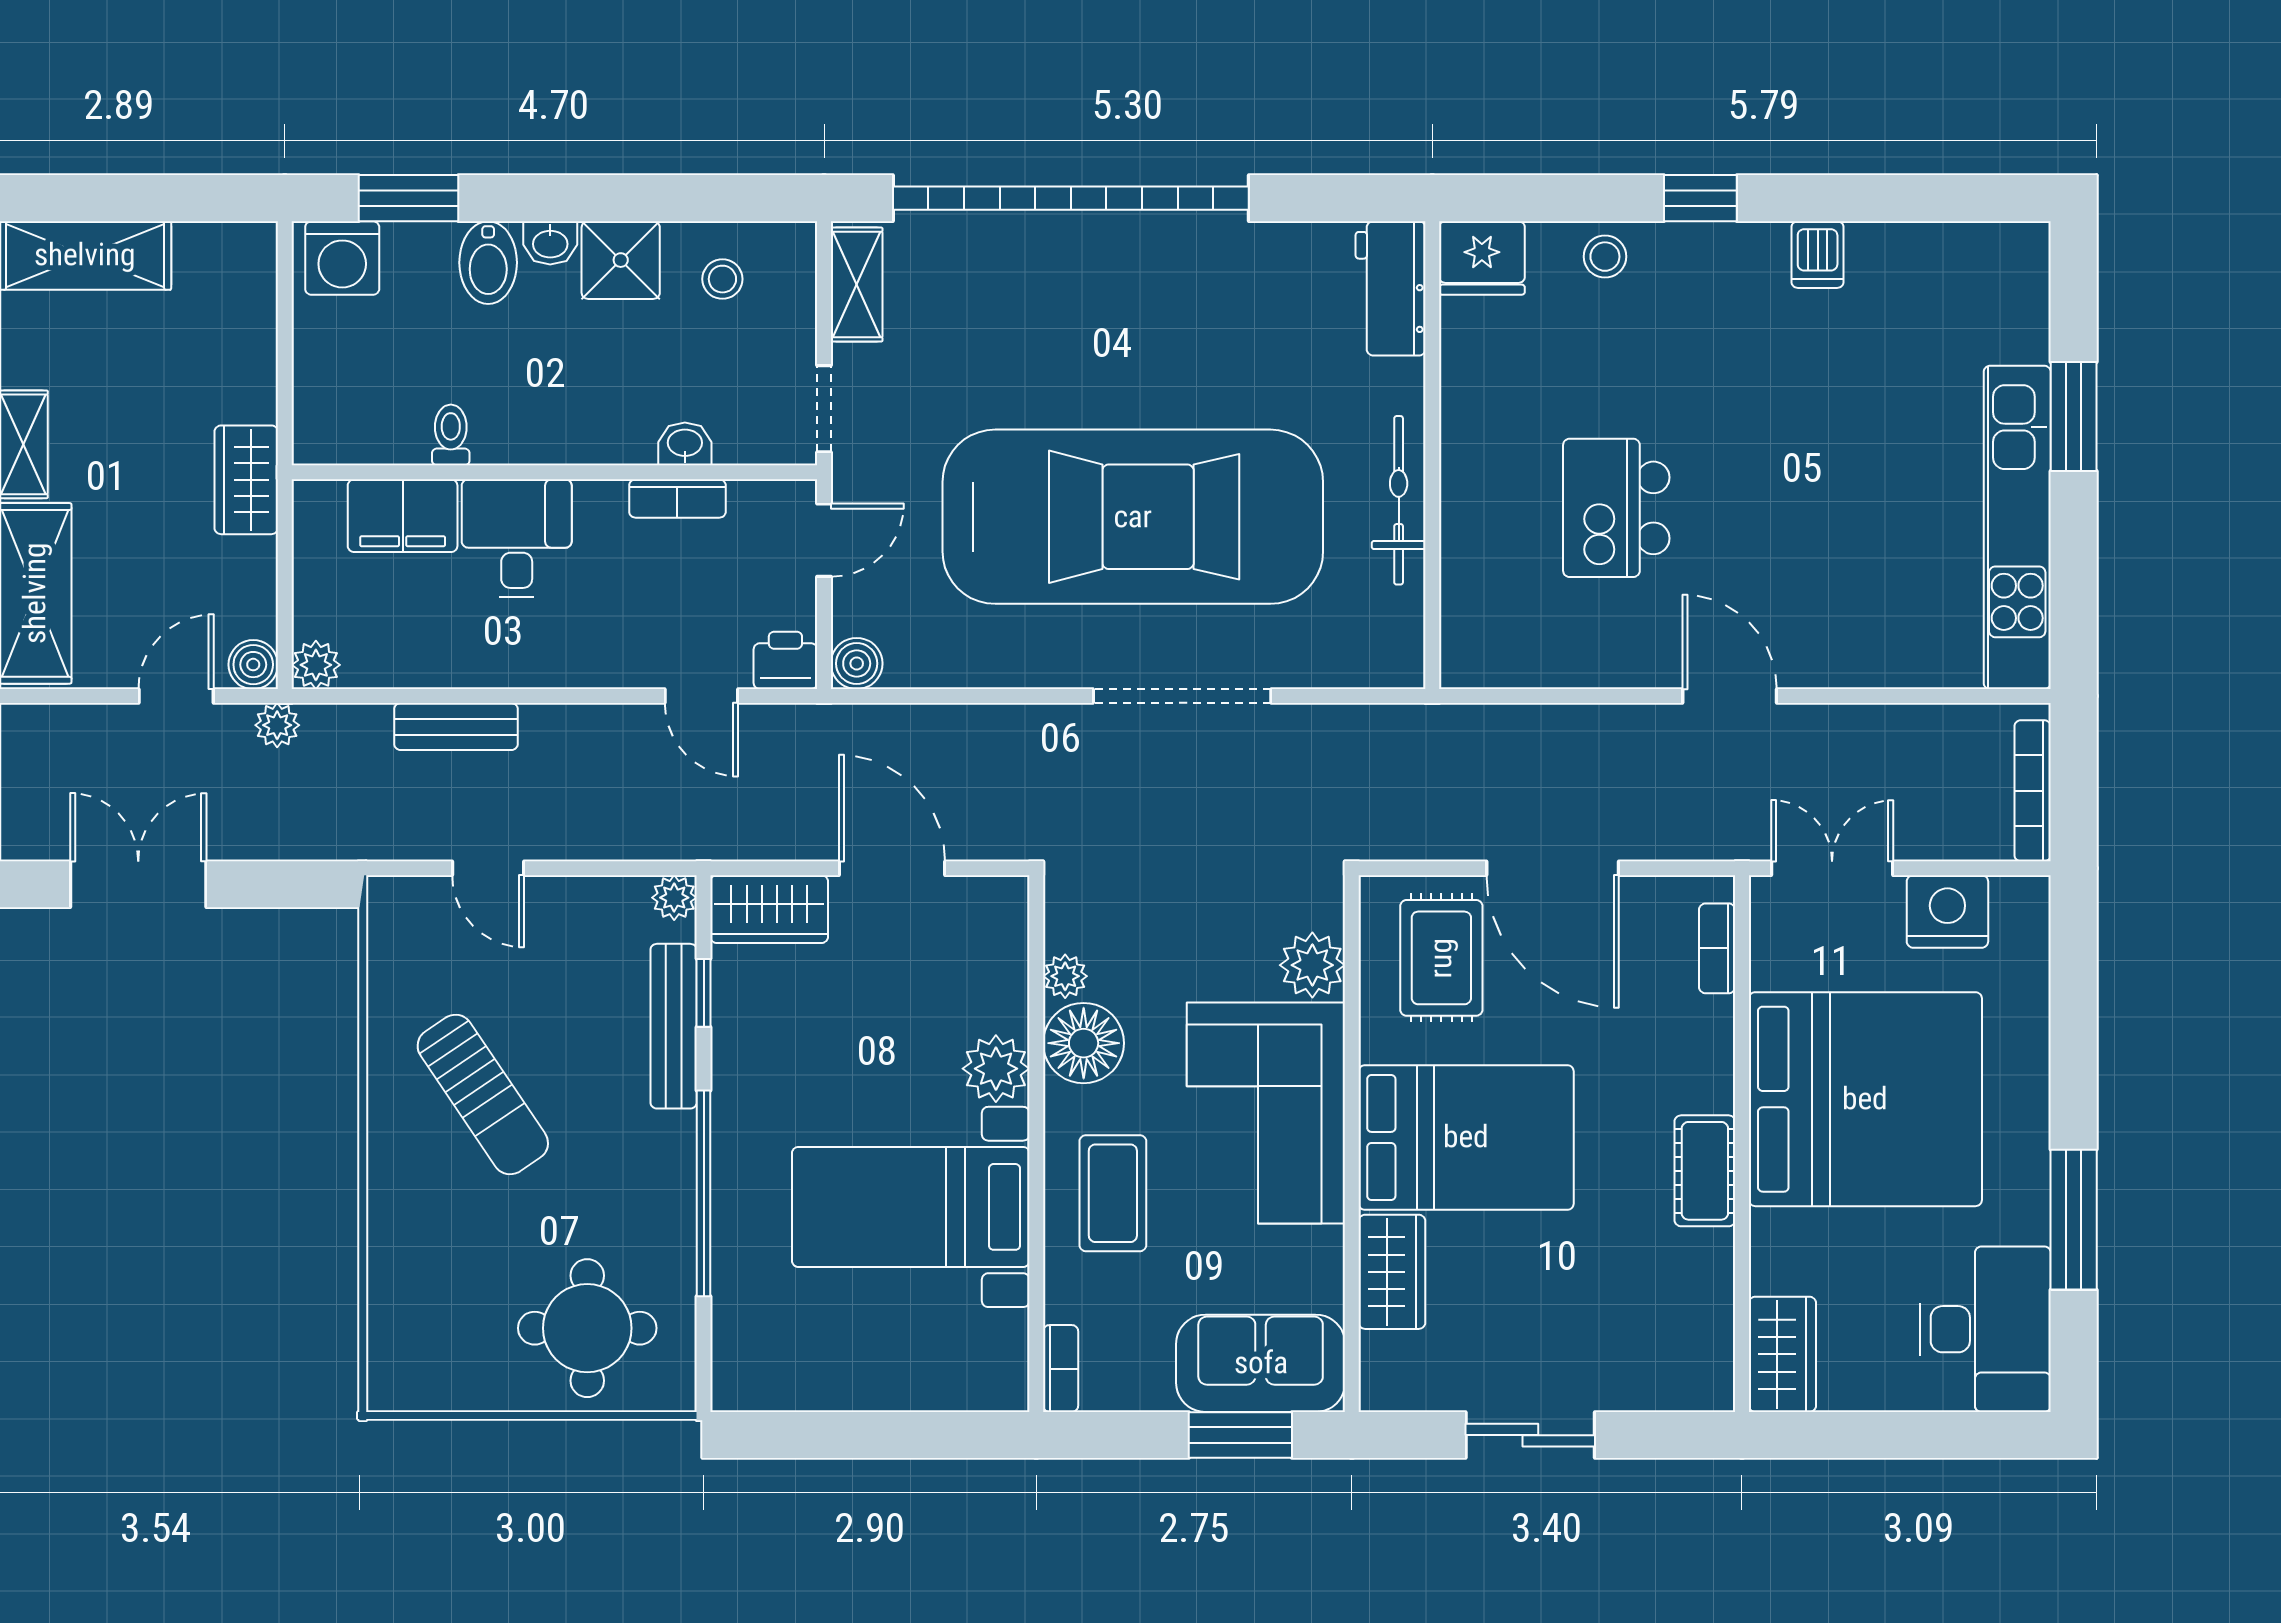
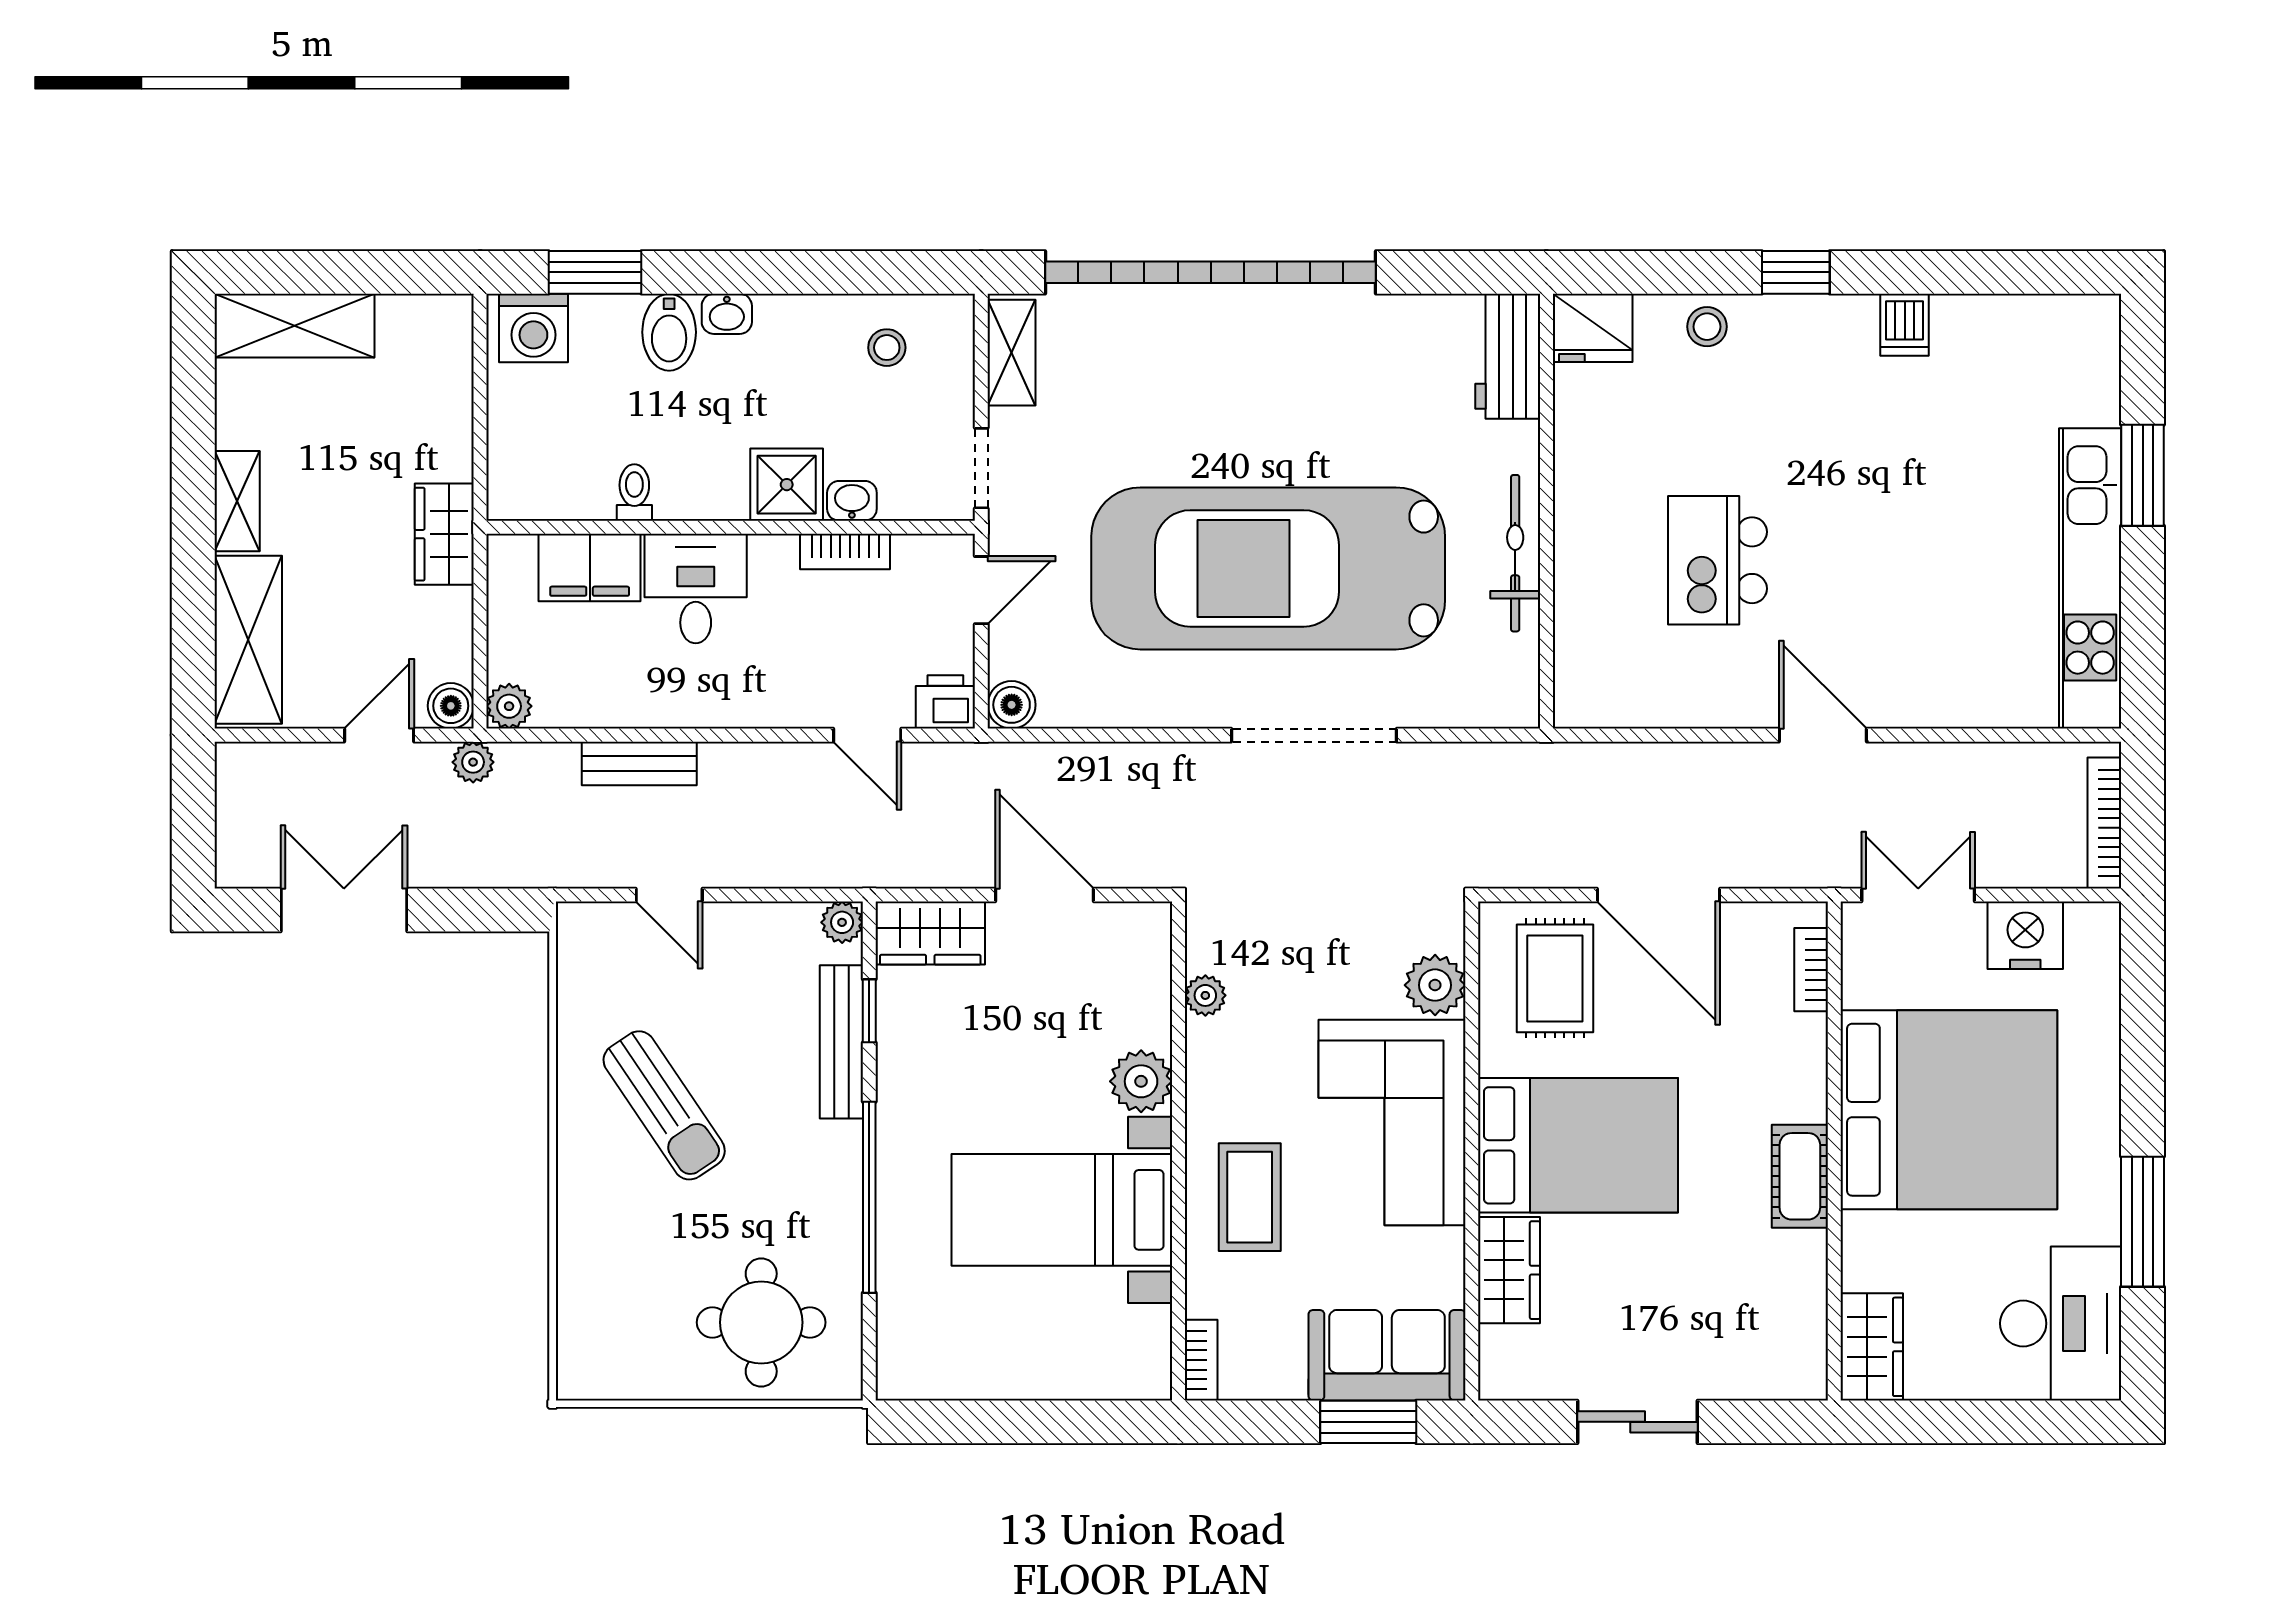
shower: (621, 260) -> (787, 485), moved
car: (1133, 517) -> (1268, 568), turned 180
floor lamp: (1084, 1043) -> (1222, 1058), removed

